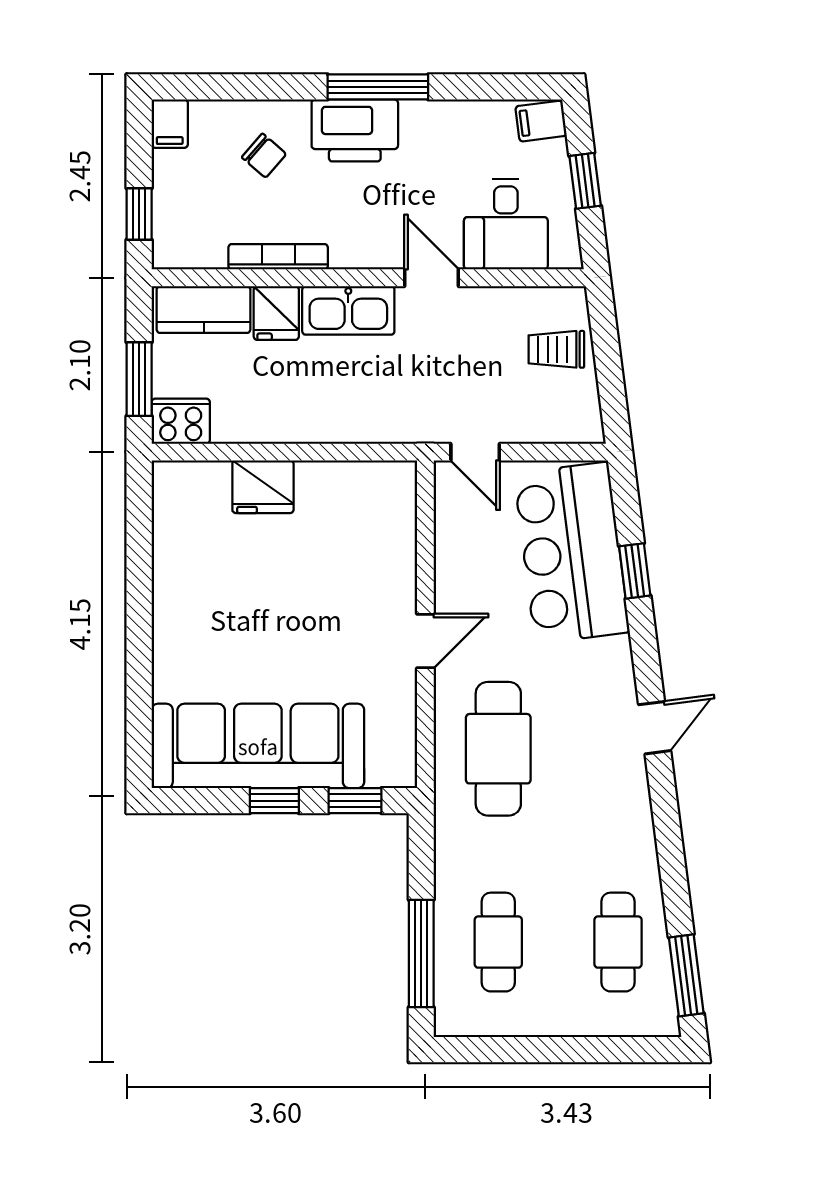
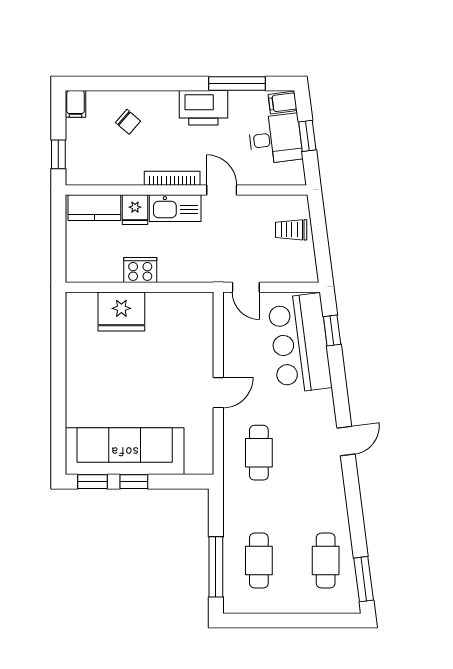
window: (378, 87) -> (237, 83), moved
printer: (355, 130) -> (203, 108), moved
desk: (506, 224) -> (275, 139), moved, turned -97
bookcase: (278, 257) -> (172, 178), moved
window: (139, 379) -> (58, 247), removed
cooker: (181, 421) -> (140, 270), moved
fridge: (263, 487) -> (121, 312), width x1.36, depth x1.34
window: (635, 571) -> (332, 330), moved
cafe table: (498, 749) -> (259, 453), width x0.73, depth x0.74
window: (355, 801) -> (92, 482), moved

